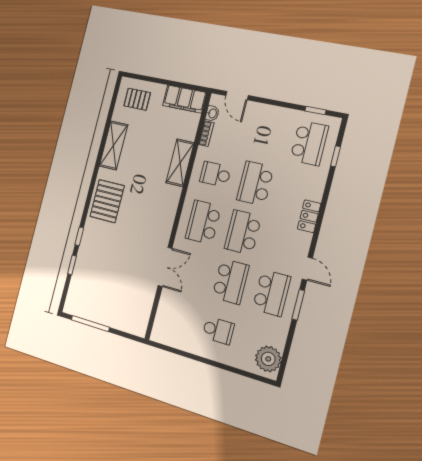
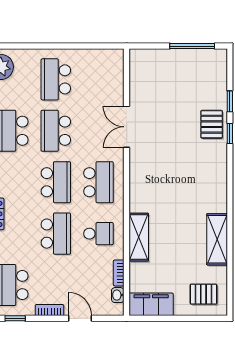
door: (237, 96) -> (80, 318), moved
bookcase: (280, 112) -> (50, 310), added
pallet: (107, 201) -> (212, 124), moved, width x0.67, depth x0.71
school desk: (218, 330) -> (56, 79), width x1.85

